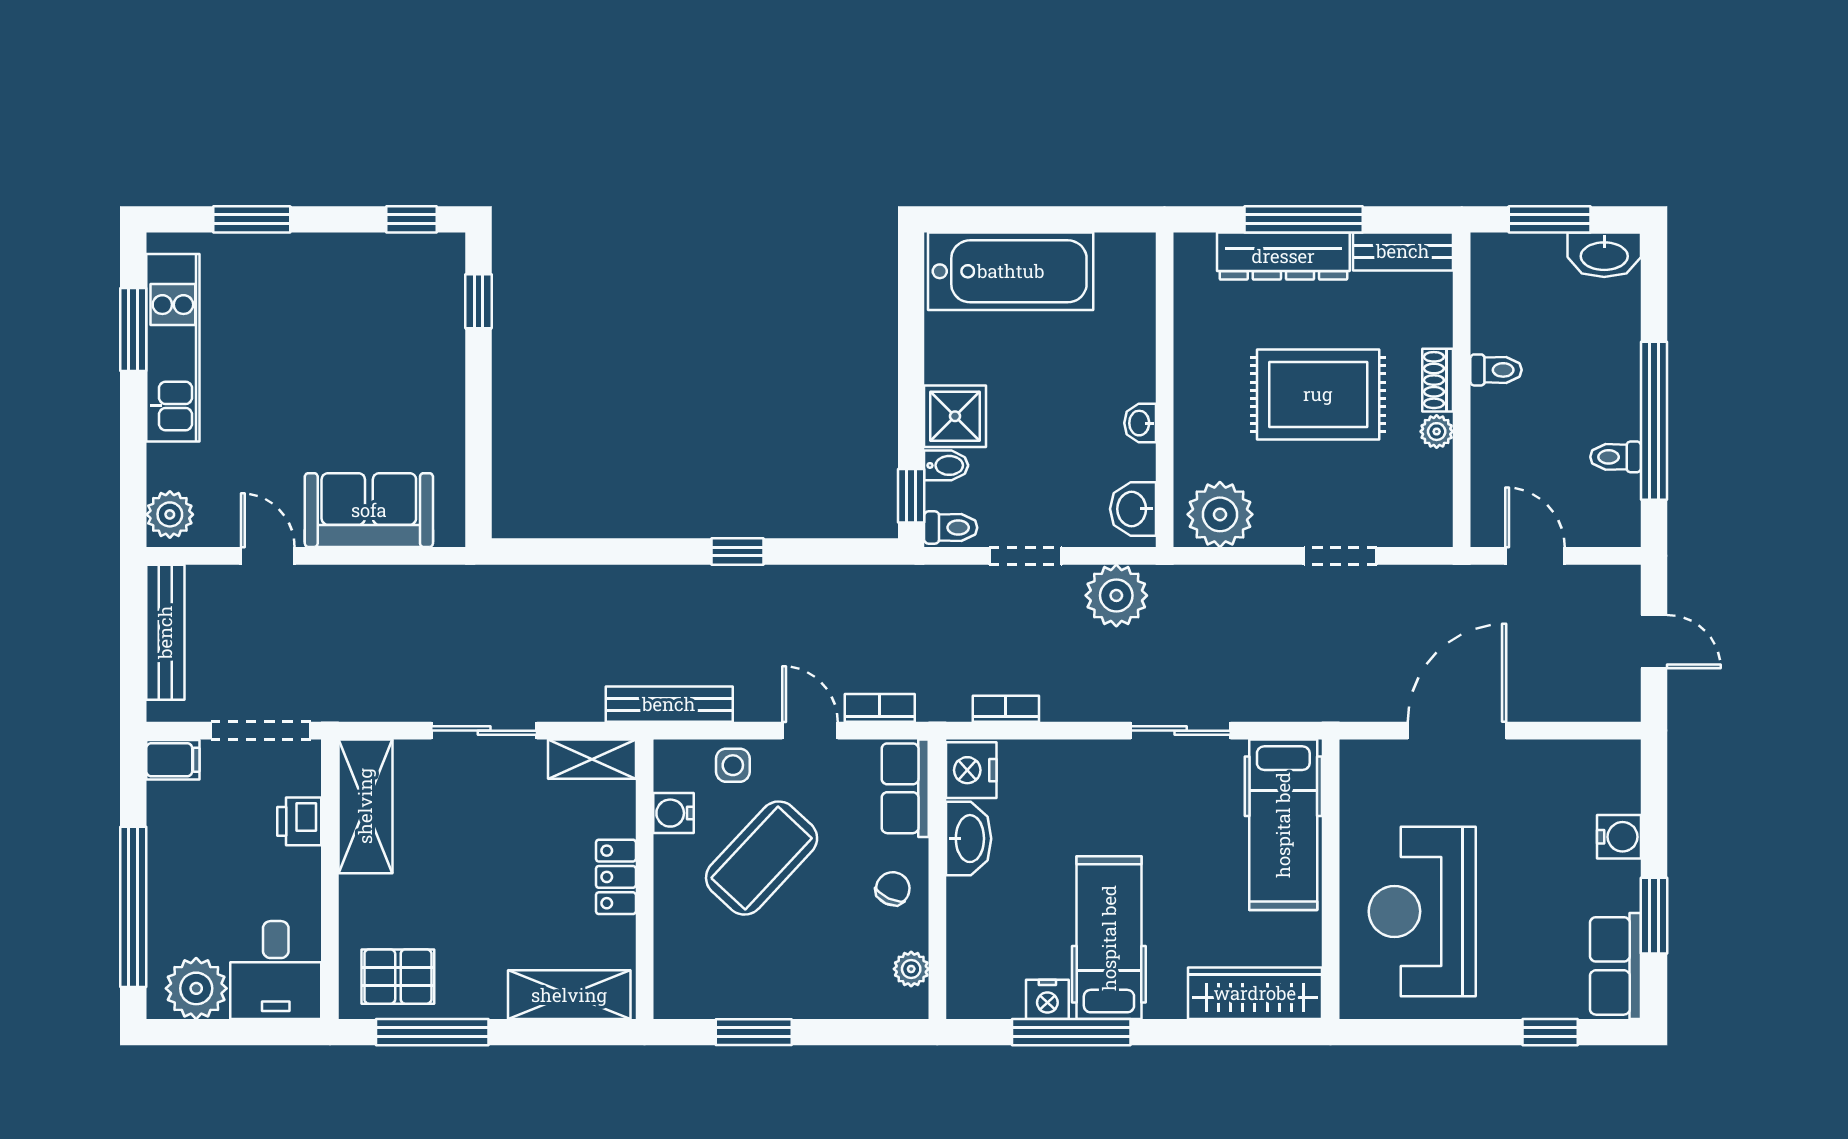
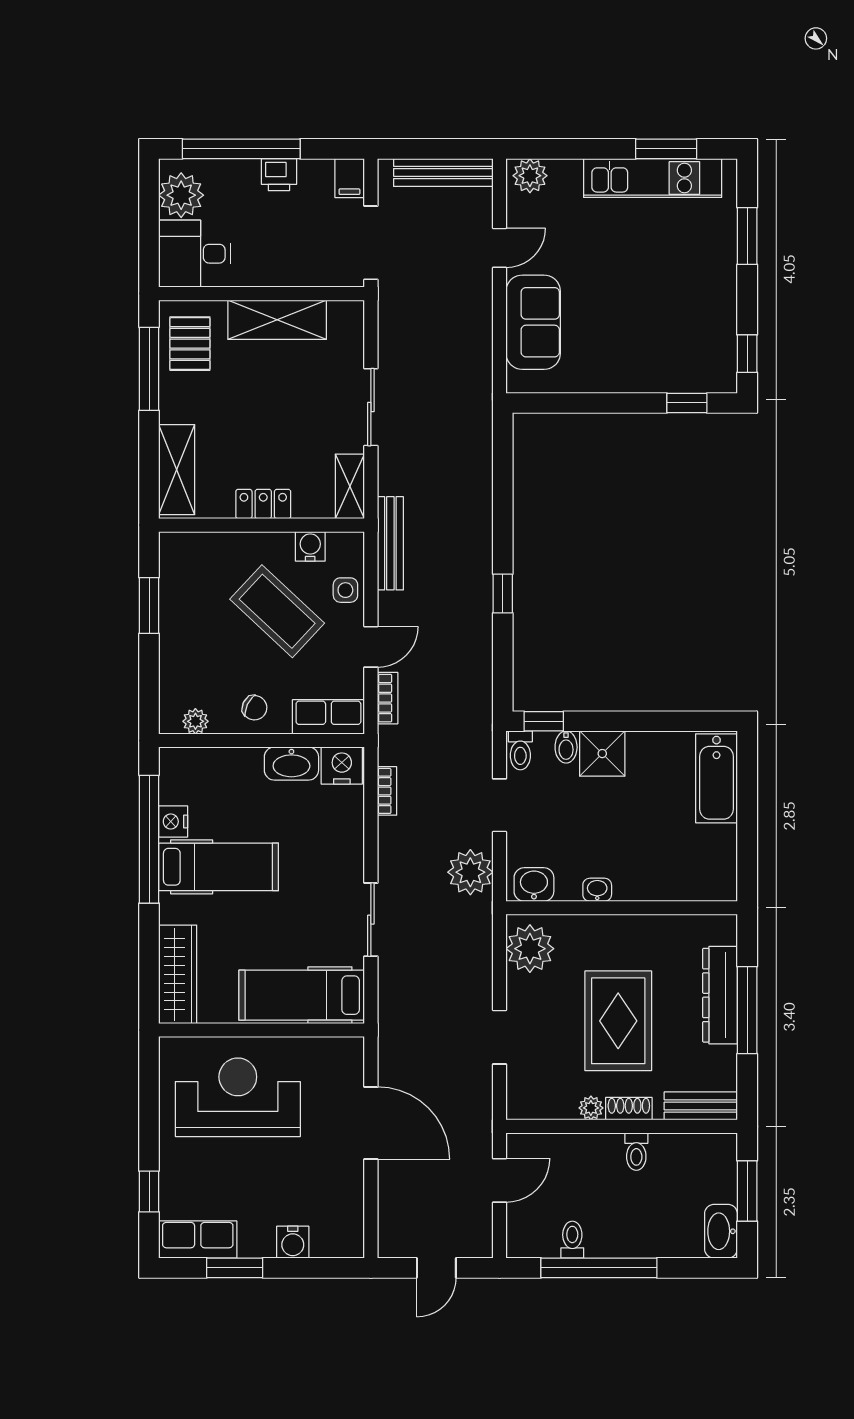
bench: (1403, 251) -> (701, 1106), moved, turned 90
bathtub: (1011, 271) -> (716, 778), width x0.73, depth x0.73
shelving: (365, 806) -> (277, 320), moved
printer: (299, 821) -> (279, 175), moved, turned 180
window: (1071, 1032) -> (149, 839), width x1.46

